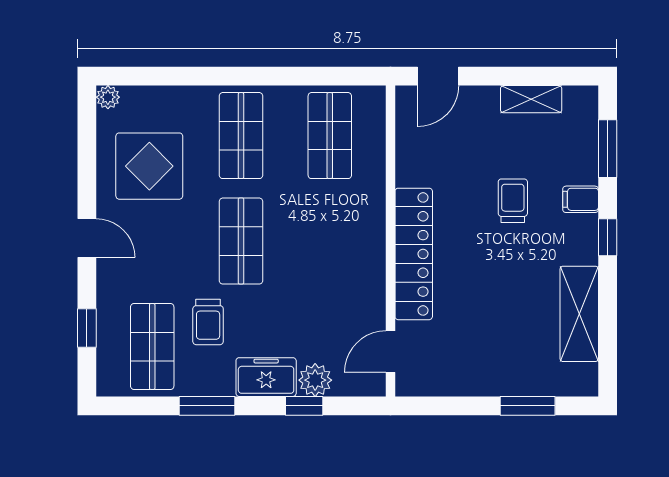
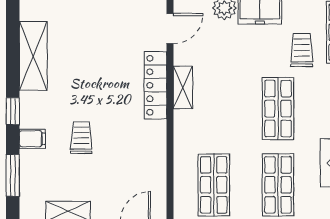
trolley: (513, 201) -> (81, 138), turned 180
locker: (414, 254) -> (155, 85), width x0.71, depth x0.83
shelving: (373, 270) -> (183, 87), added

